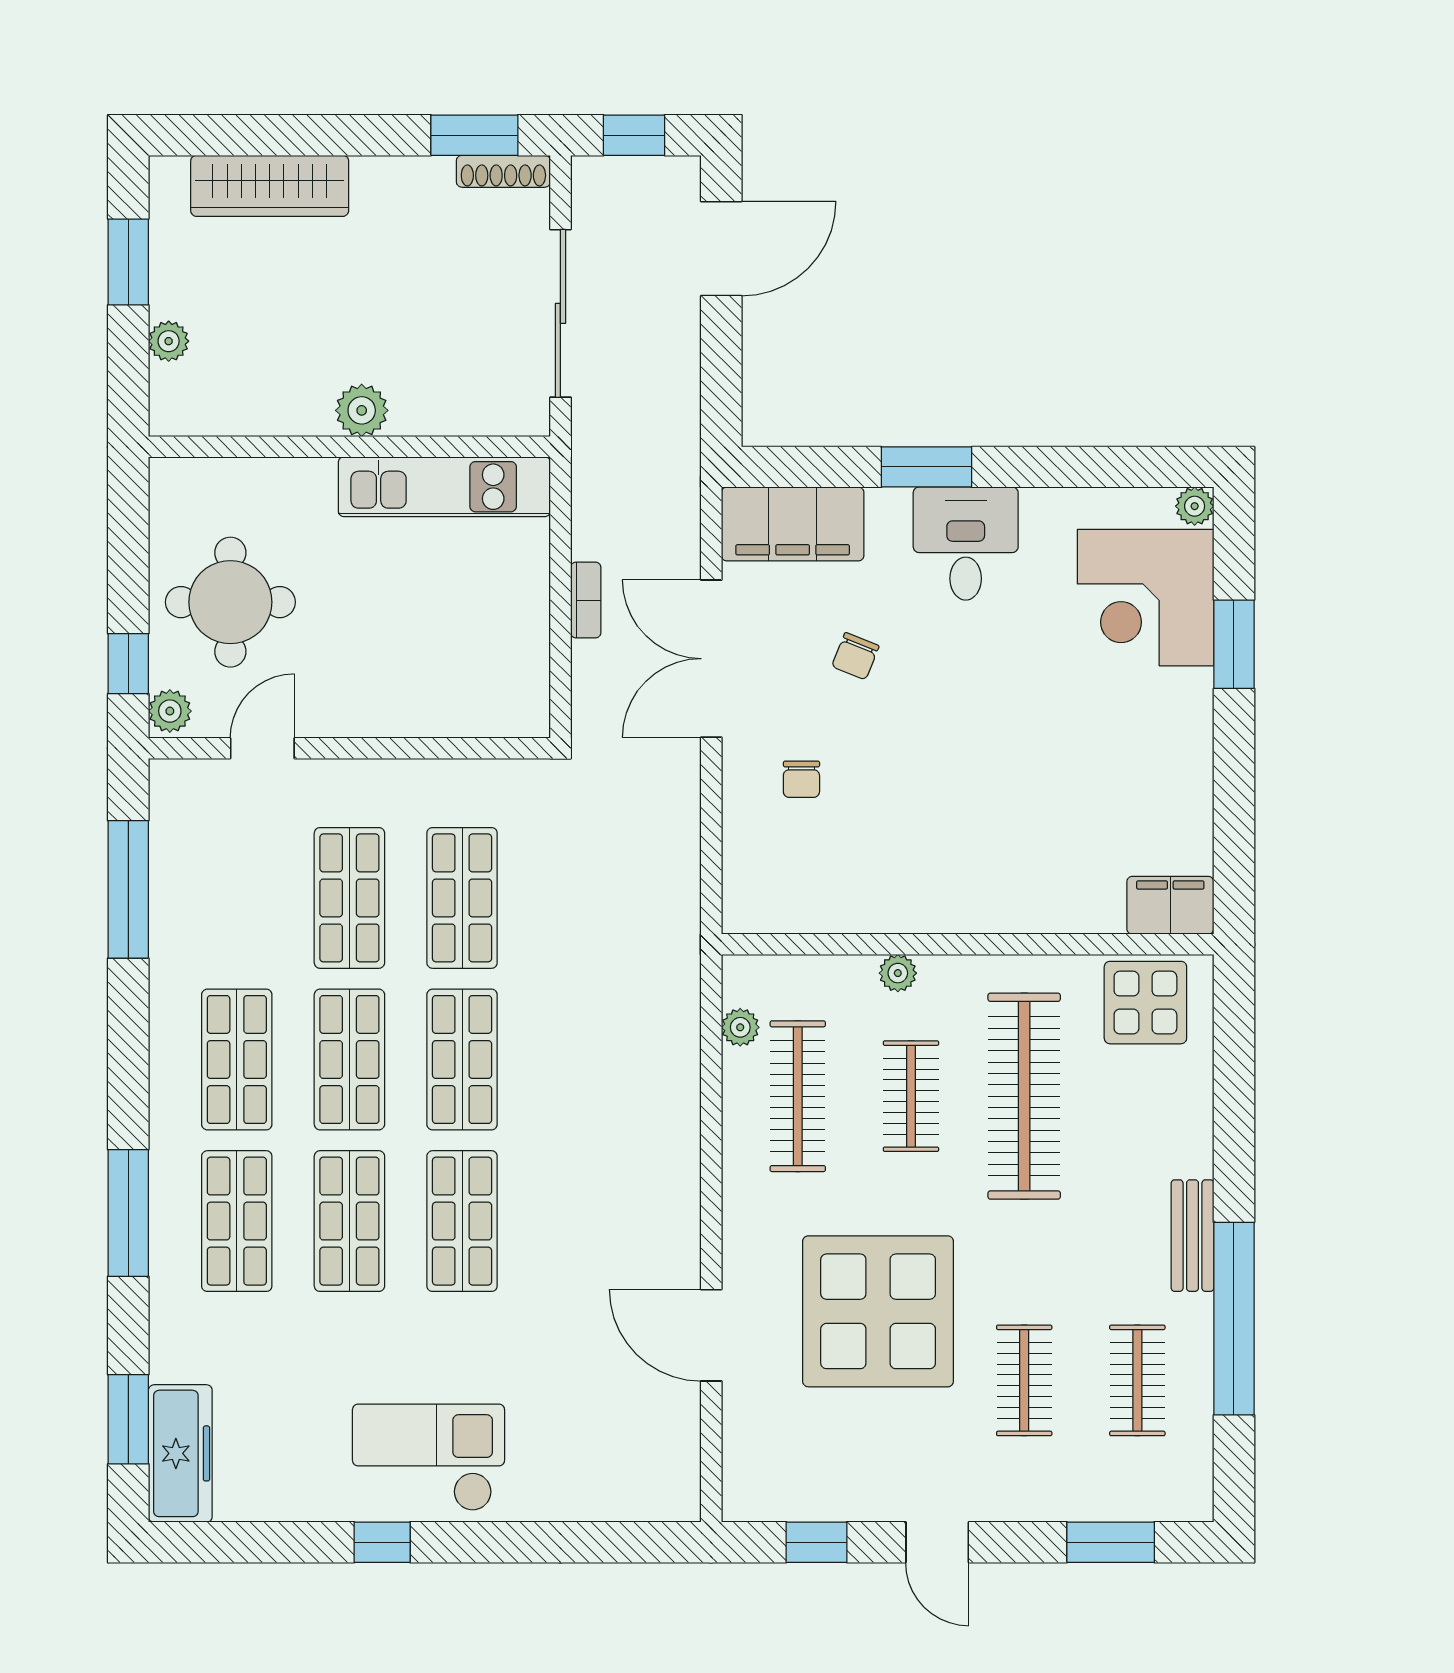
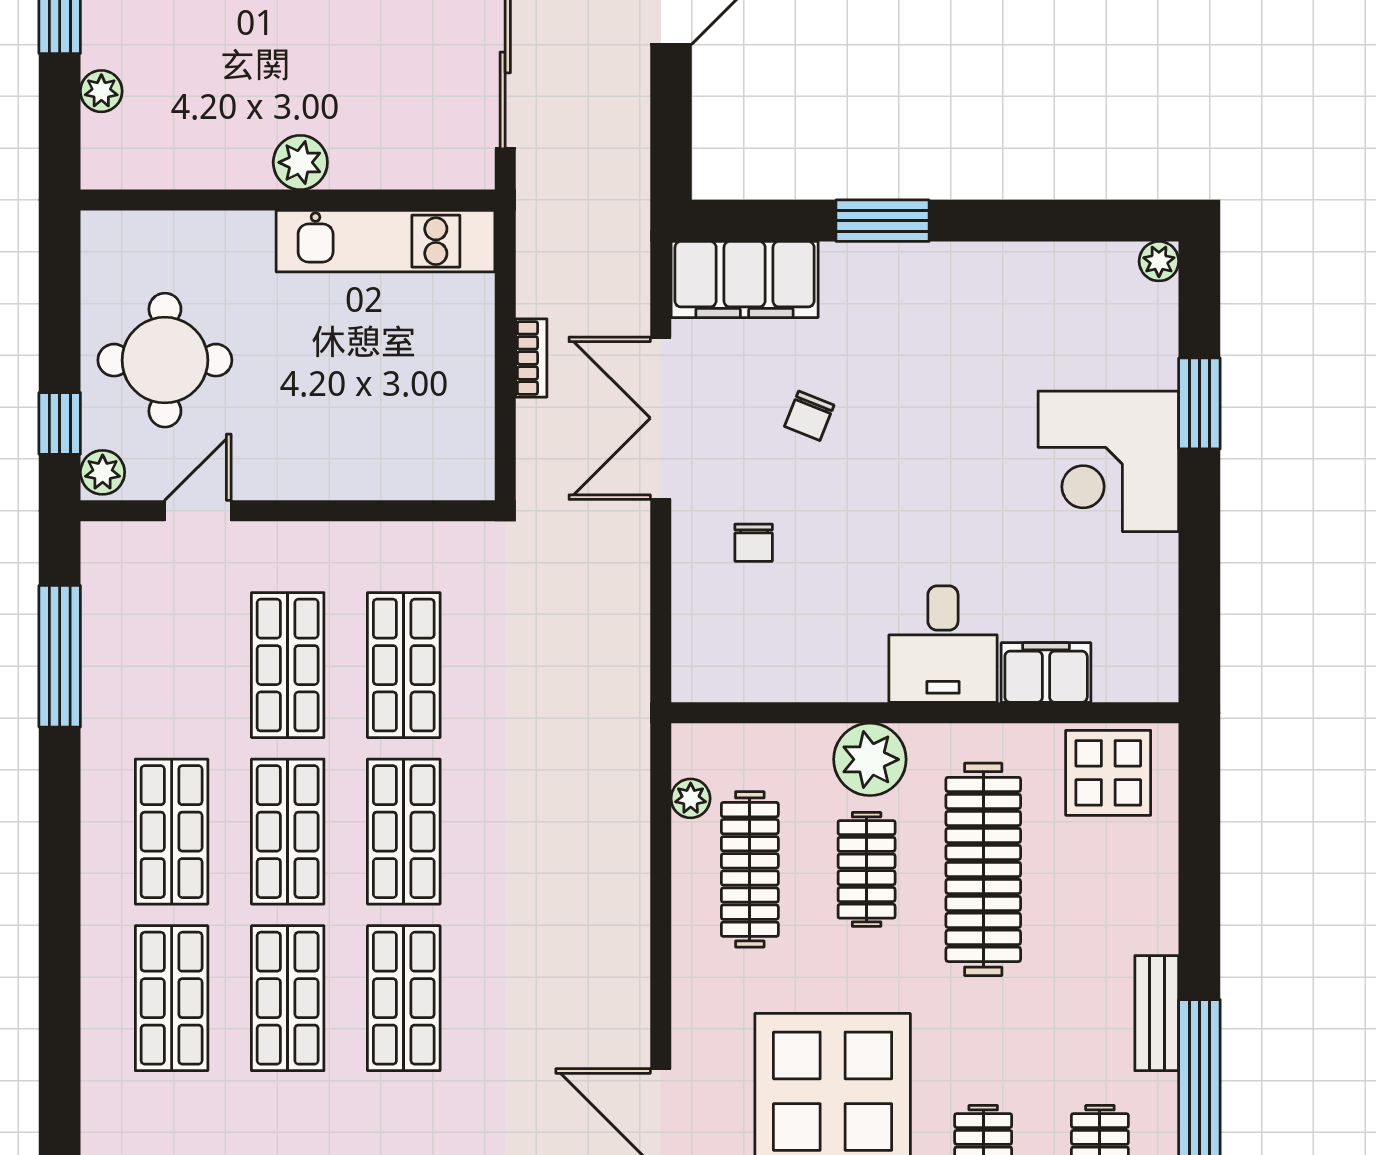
desk: (966, 544) -> (943, 644), moved, turned 180
corner desk: (1146, 598) -> (1108, 461), moved
filing cabinet: (1170, 905) -> (1046, 673), moved
plant: (898, 973) -> (870, 759), width x1.88, depth x1.88
window: (128, 1213) -> (60, 990), removed

